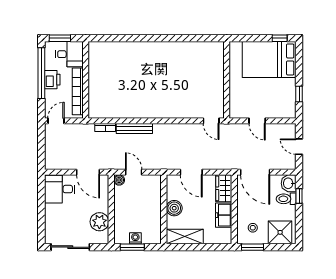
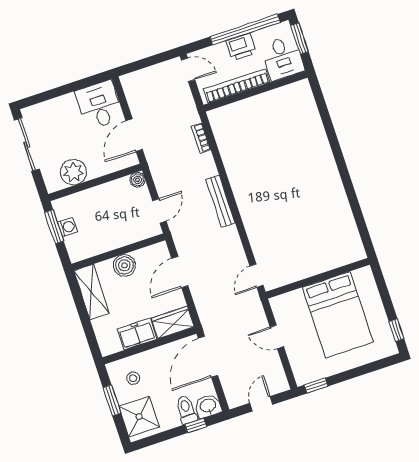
bed: (269, 59) -> (338, 315), moved, turned 180
window: (299, 94) -> (316, 386), moved
door: (257, 121) -> (277, 337), hinge flipped
bench: (134, 128) -> (220, 201), moved
door: (134, 172) -> (159, 211), moved
window: (253, 247) -> (112, 400), moved

